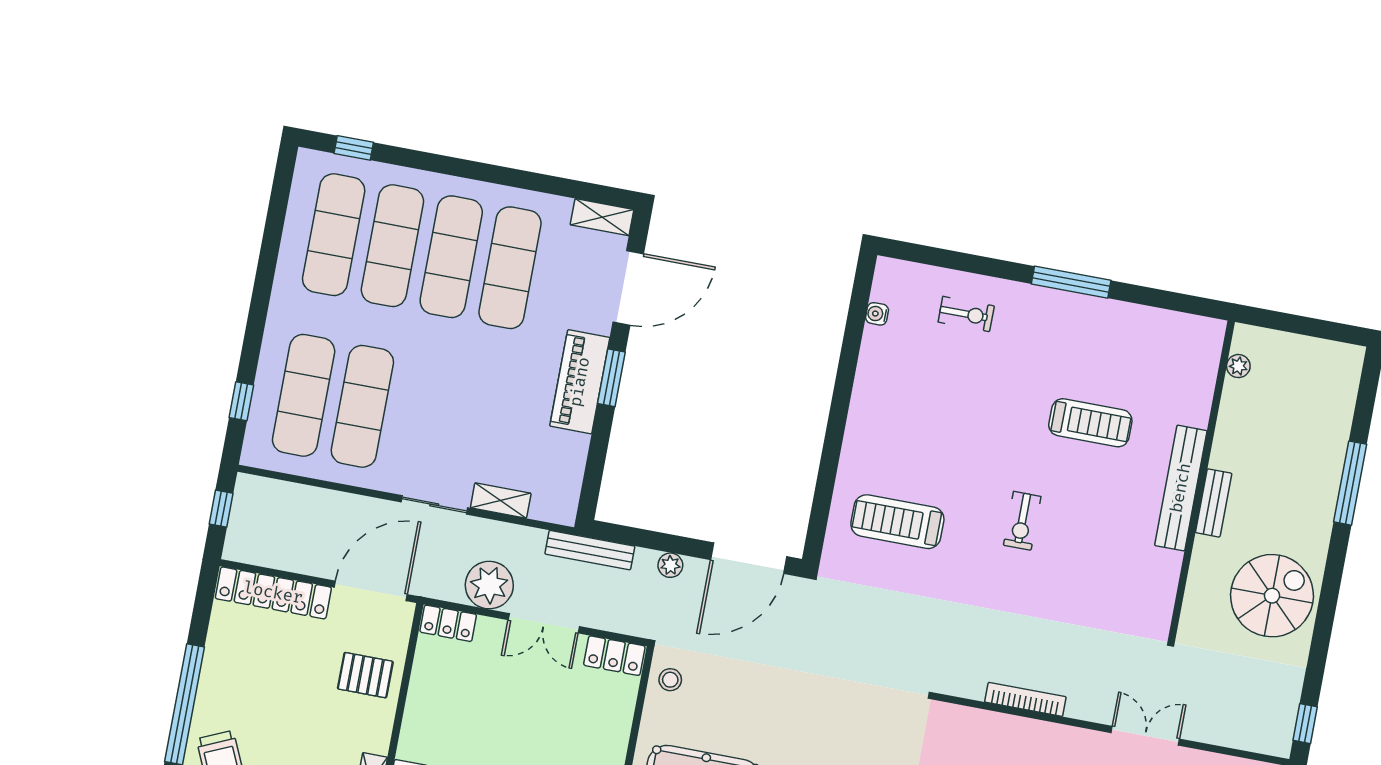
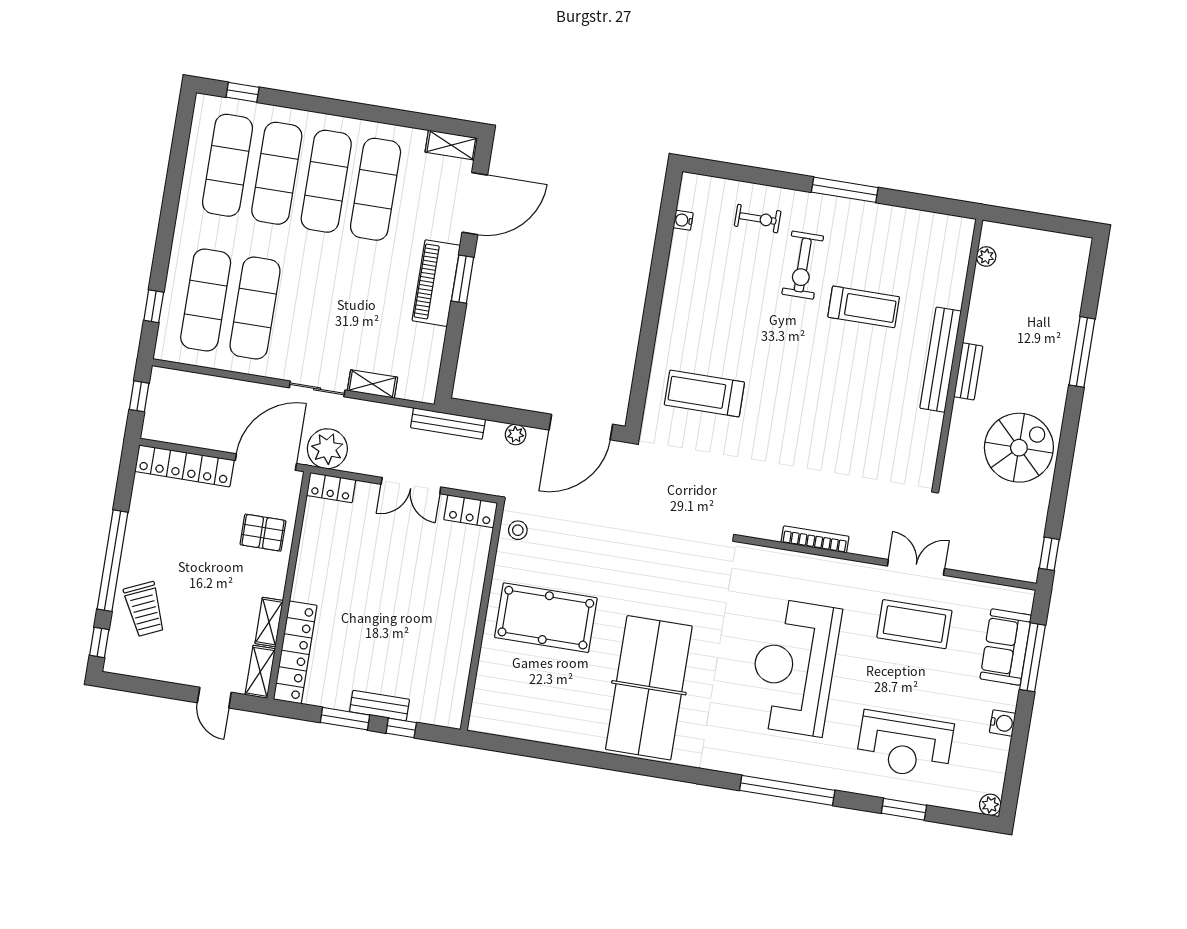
exercise bike: (1022, 521) -> (803, 265), moved, width x1.38, depth x1.39
plant: (489, 585) -> (327, 449), moved

